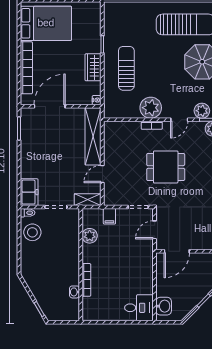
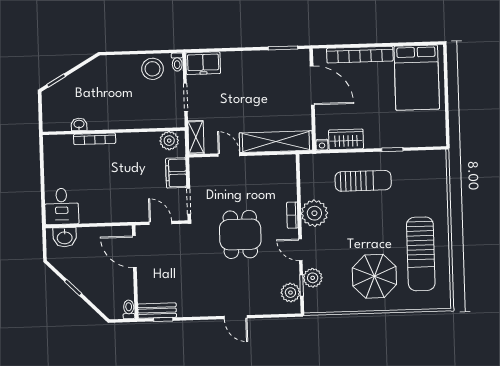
wardrobe: (93, 67) -> (346, 139), moved
filing cabinet: (109, 216) -> (176, 173), width x2.00
plant: (90, 236) -> (169, 141), moved

